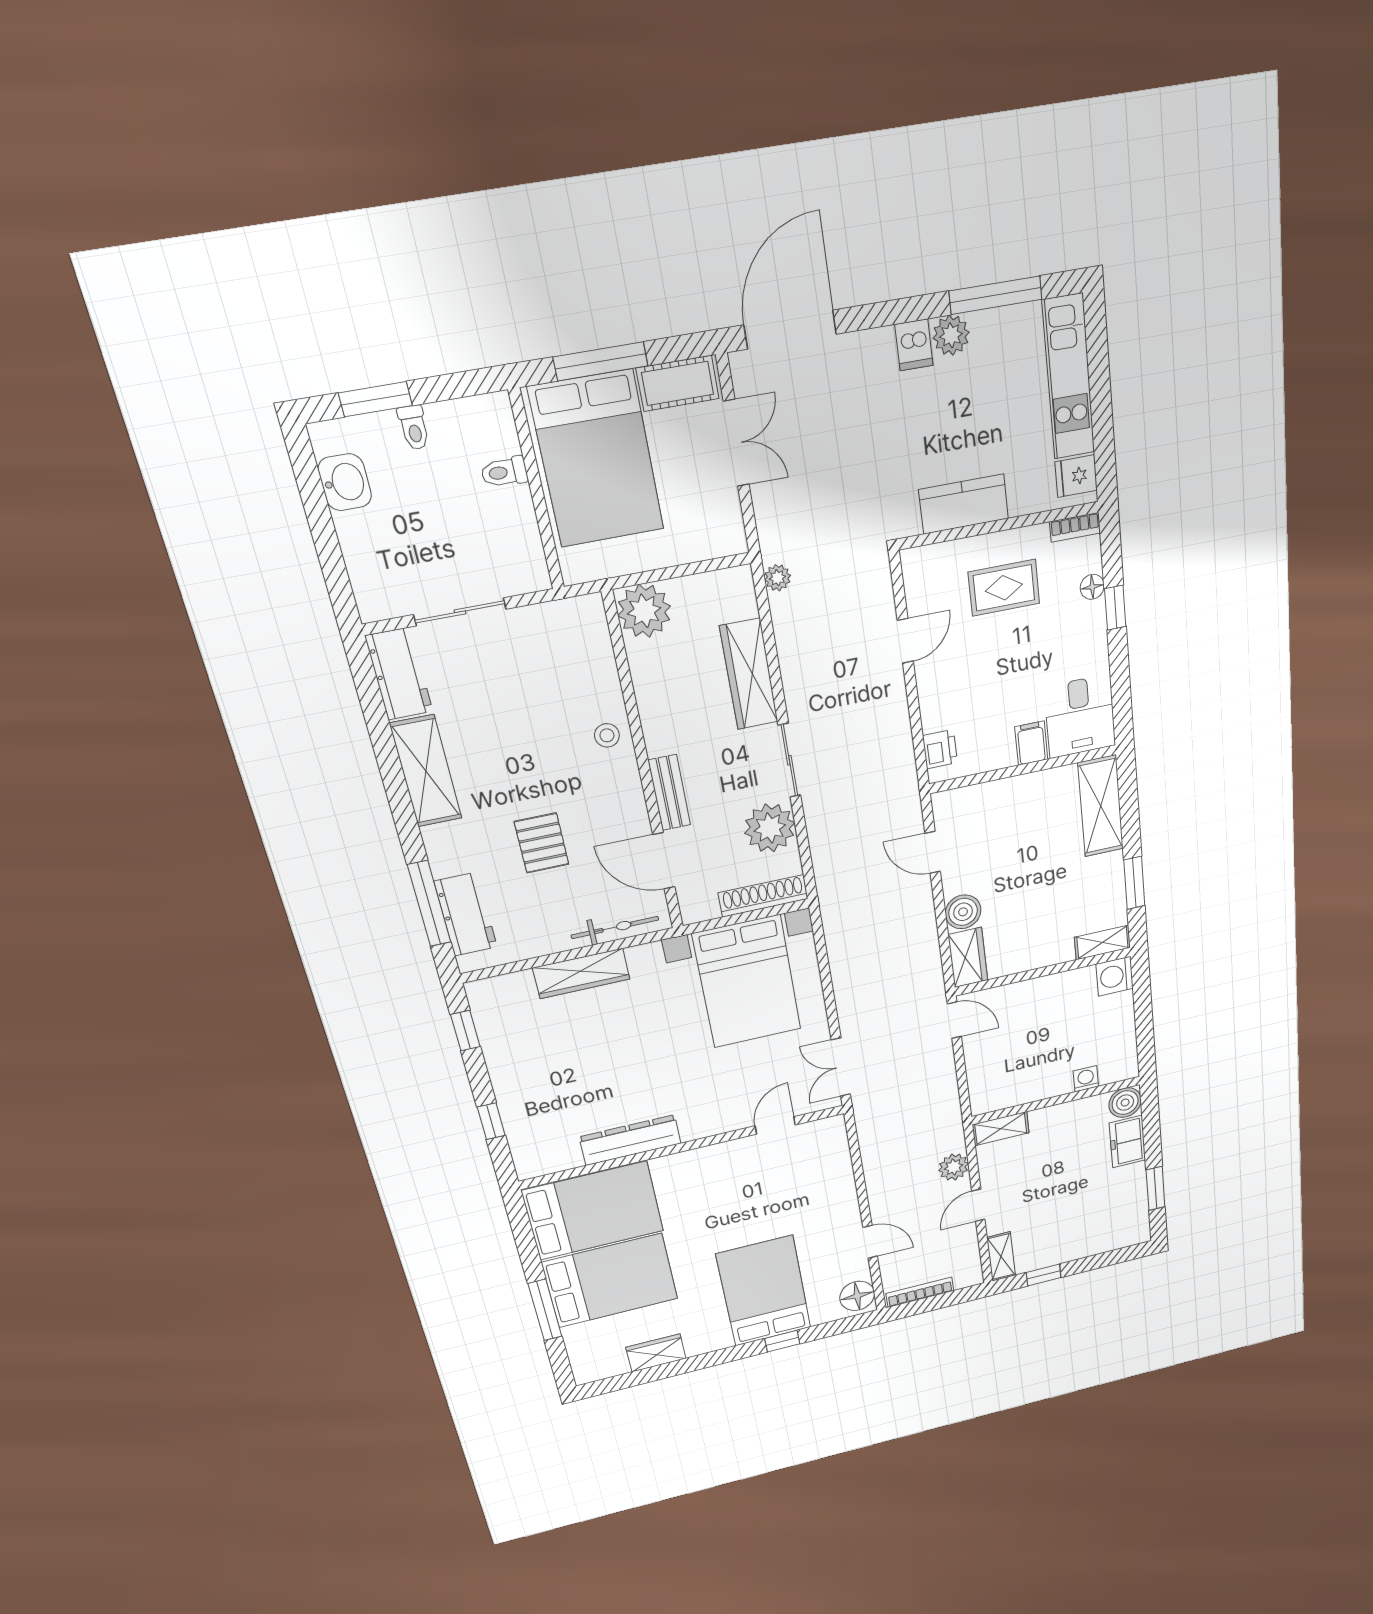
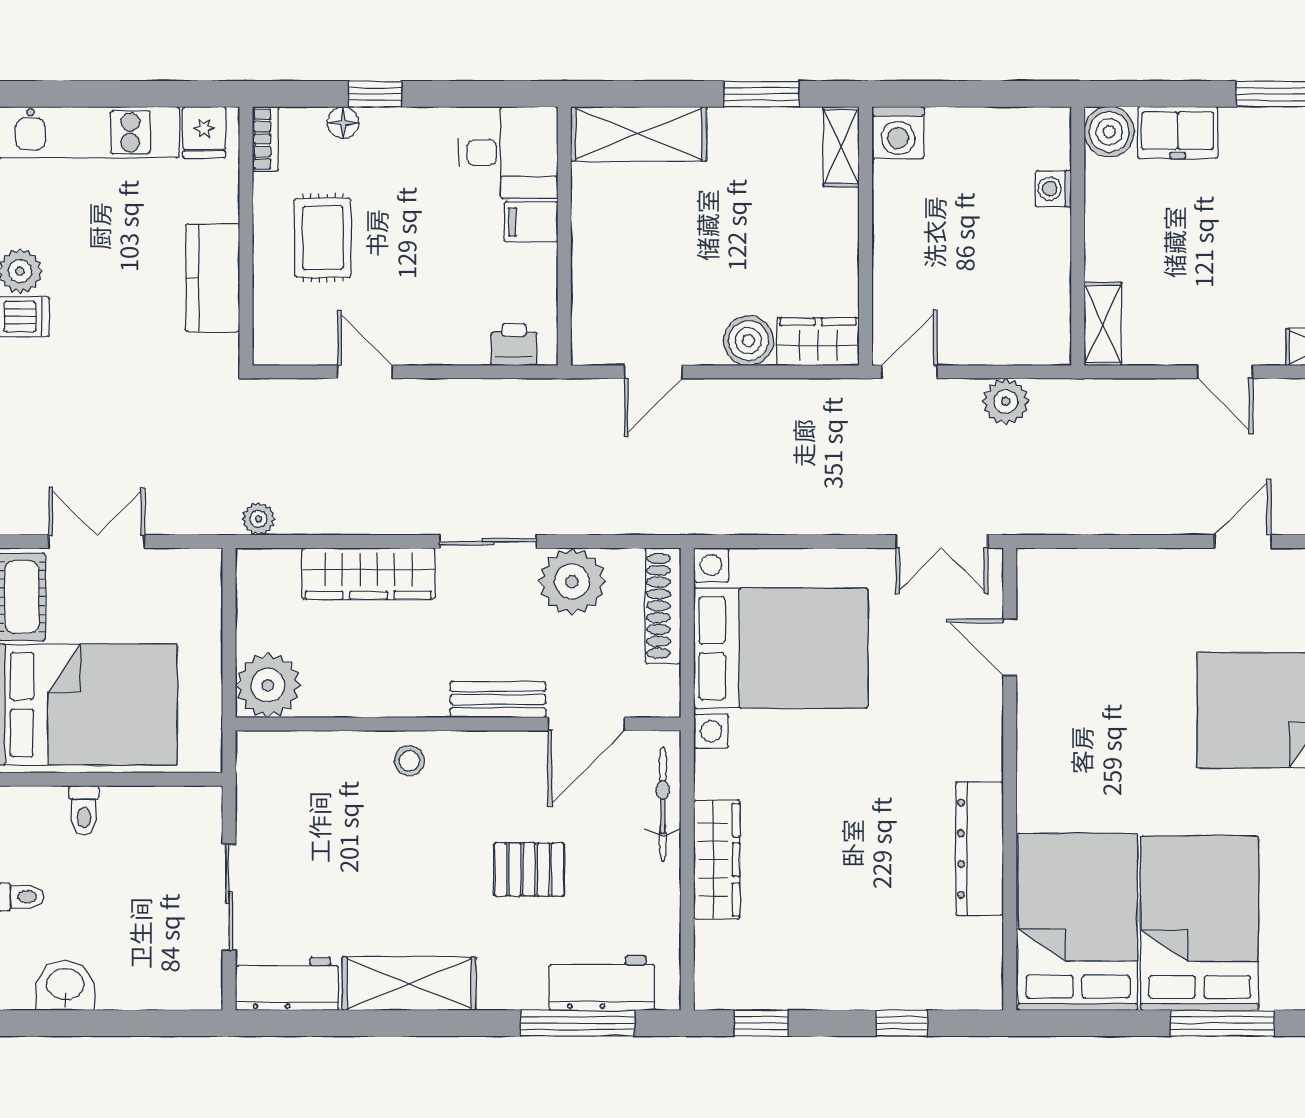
plant: (954, 1167) -> (1006, 401), moved

